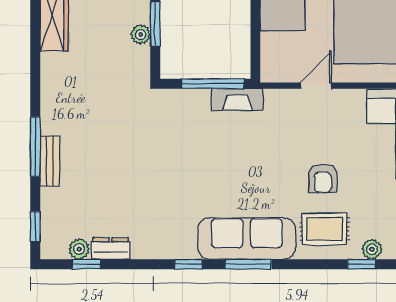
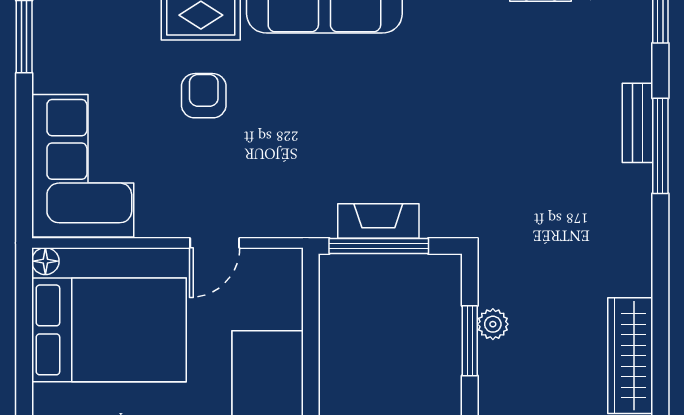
fireplace: (237, 99) -> (378, 221), moved

